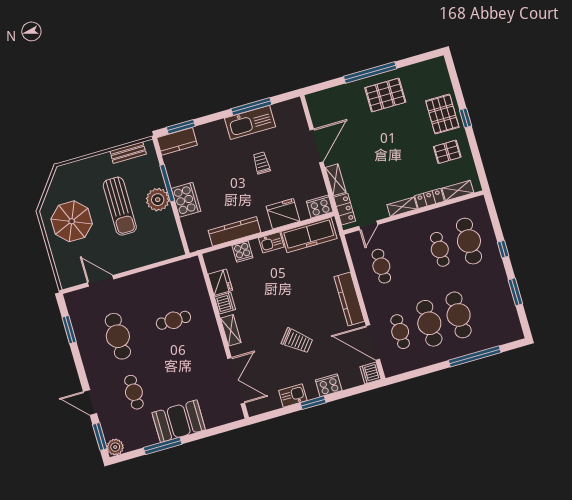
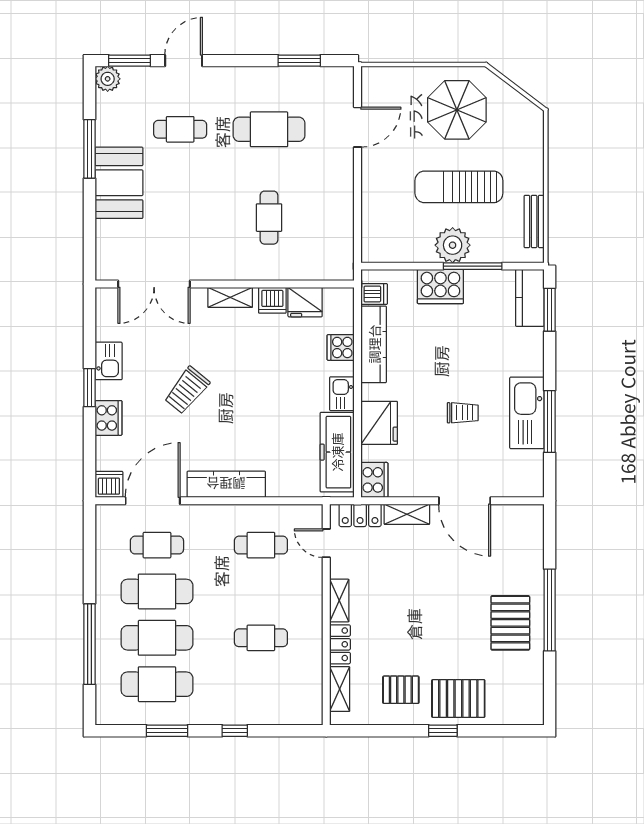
pallet: (447, 152) -> (401, 690), turned 90
dishwasher: (203, 240) -> (374, 294), added
cafe table: (469, 241) -> (157, 684), moved

